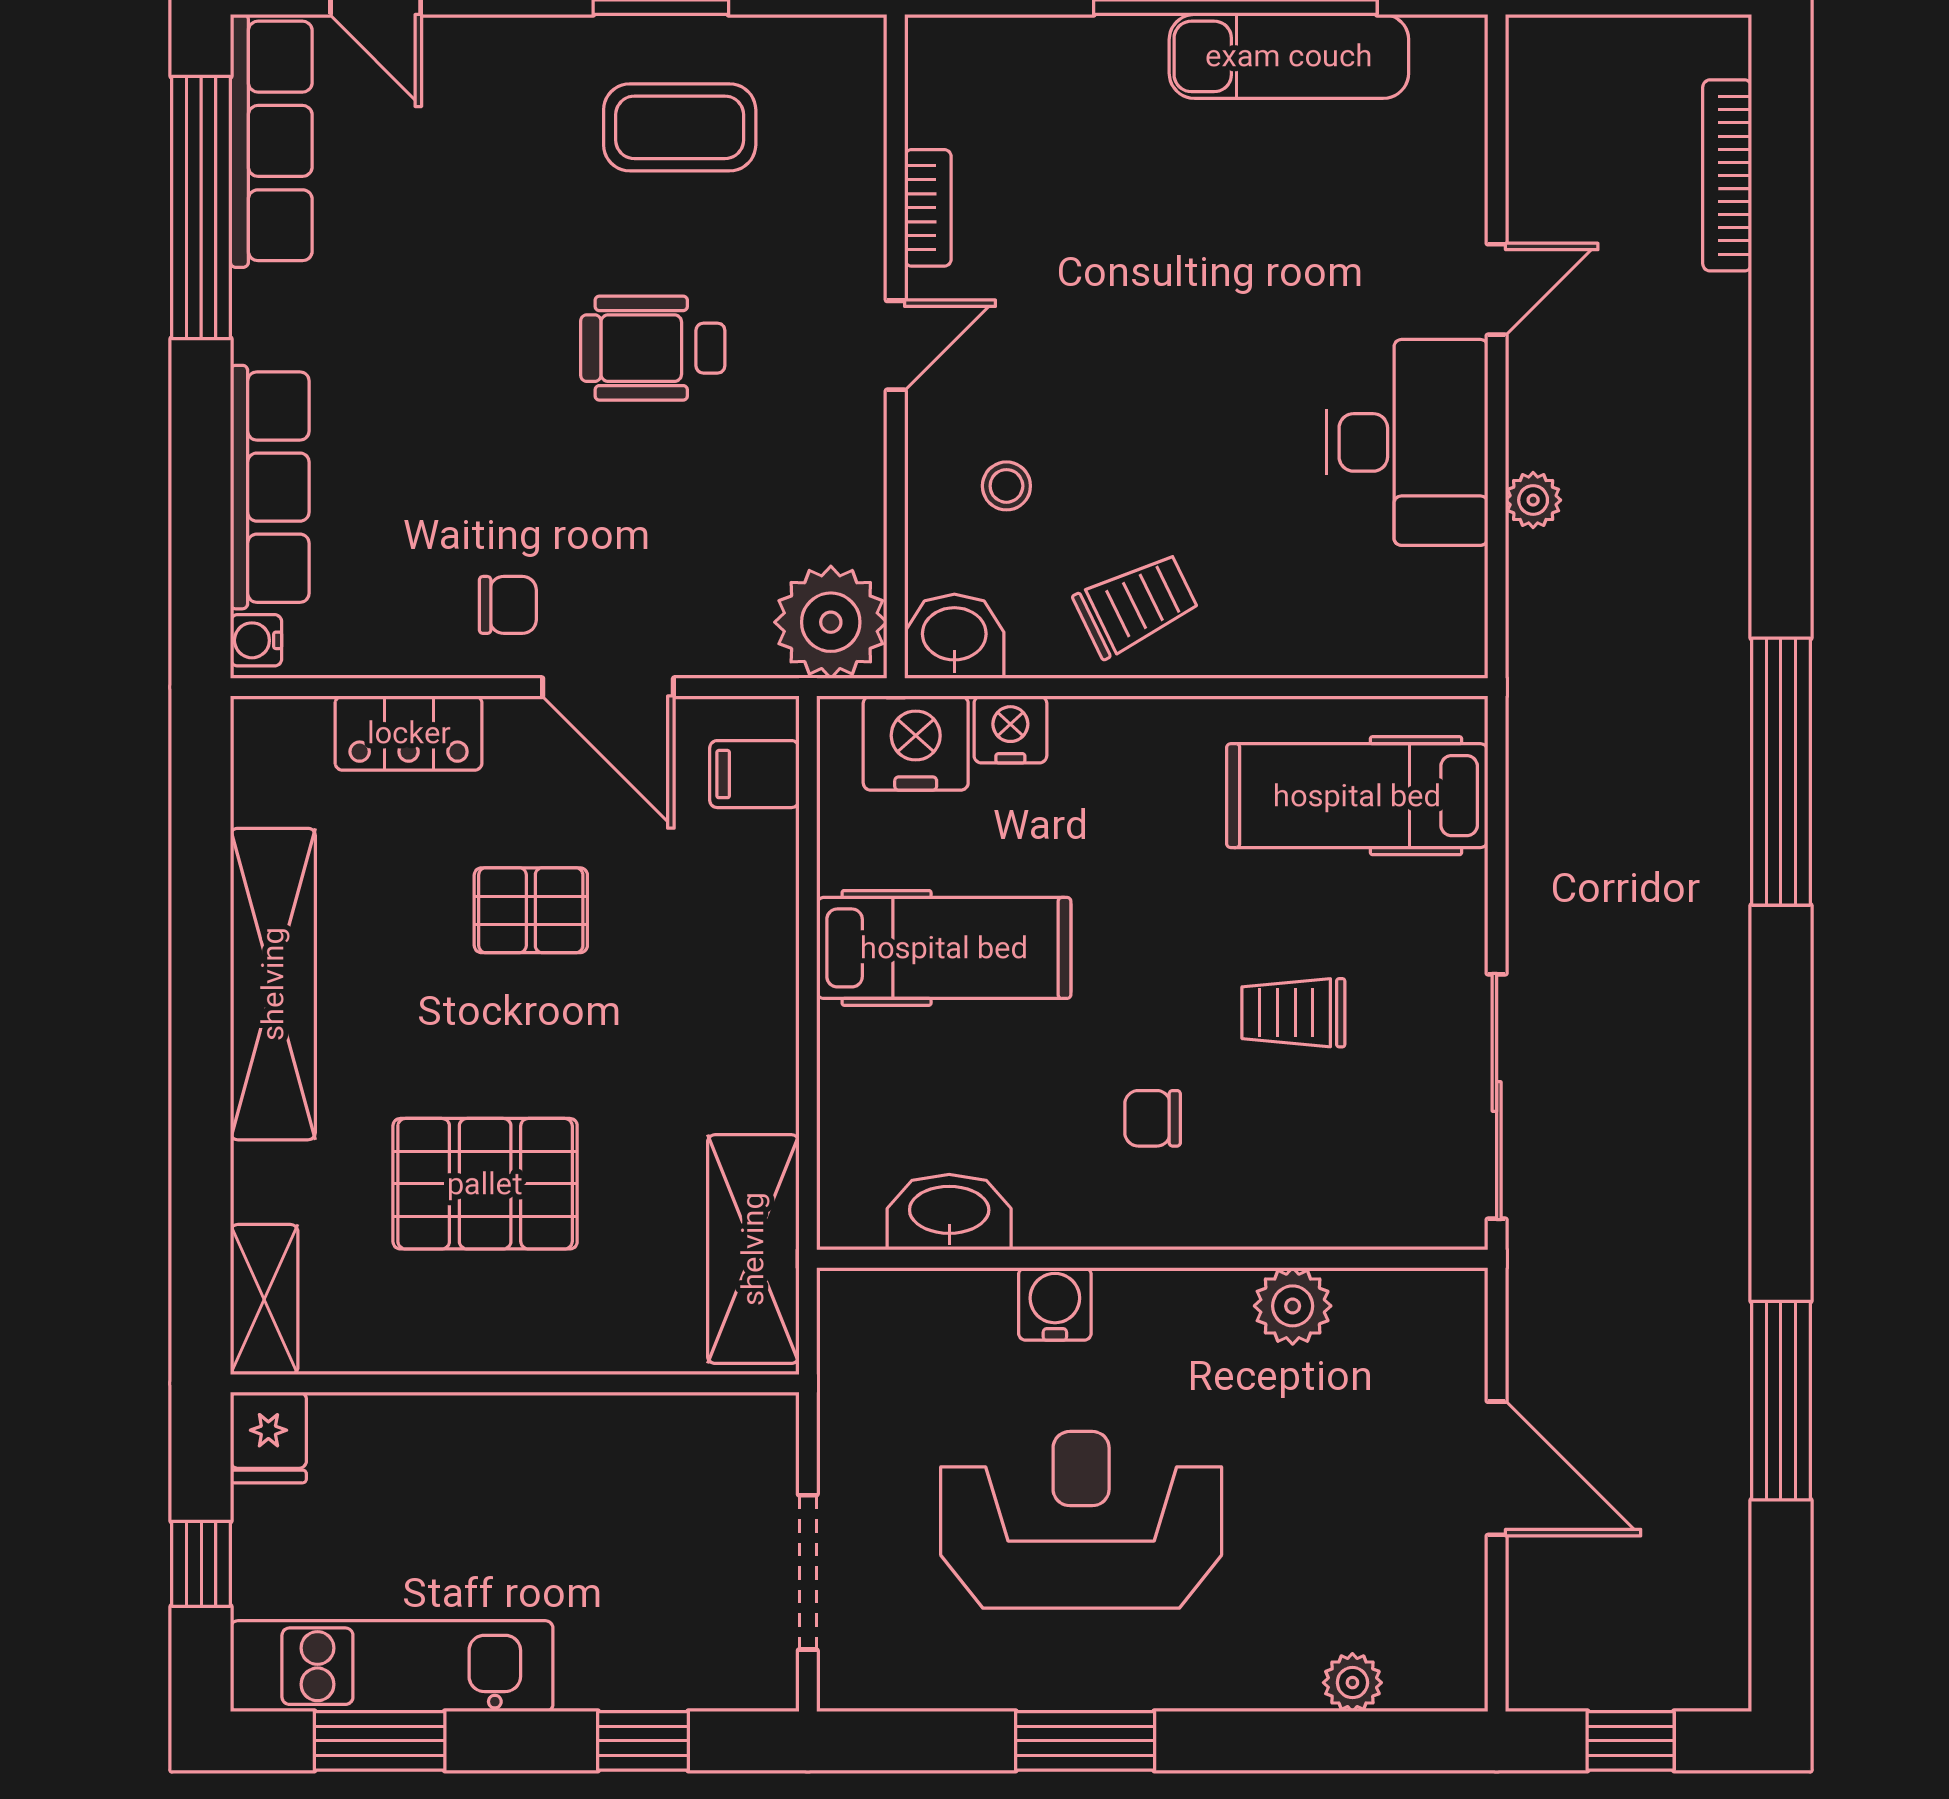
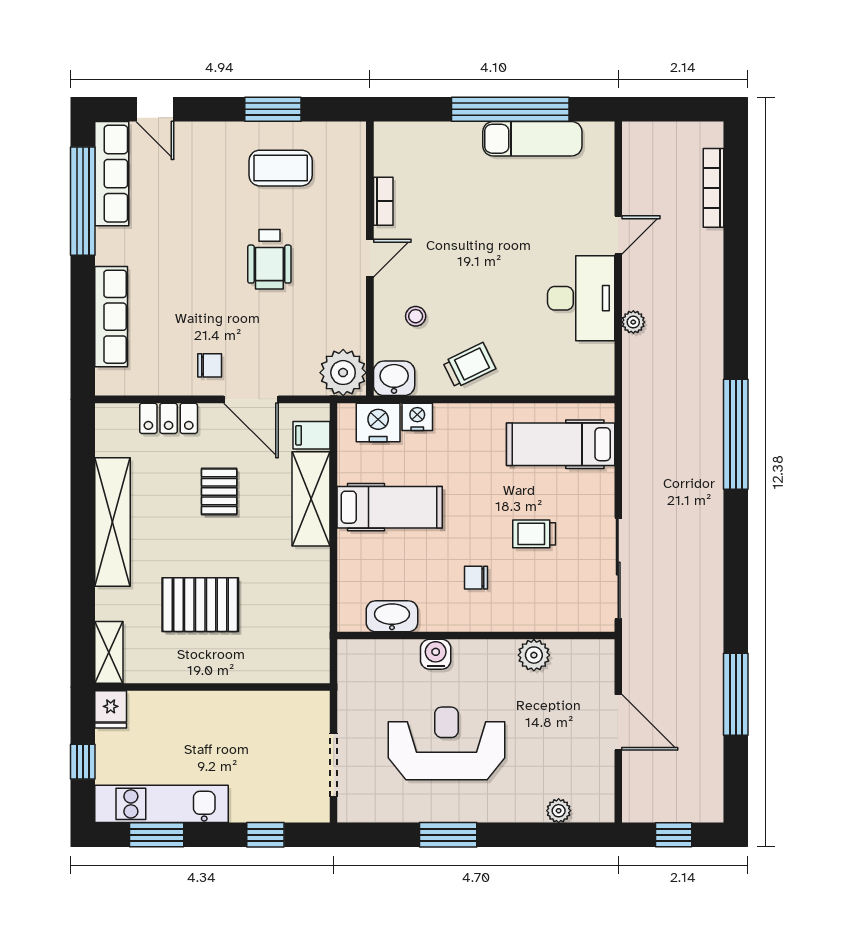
wheelchair: (653, 348) -> (269, 259), turned -90
water cooler: (256, 640) -> (106, 380), removed
pallet: (531, 910) -> (219, 492), turned 90
shelving: (753, 1249) -> (311, 499), moved

